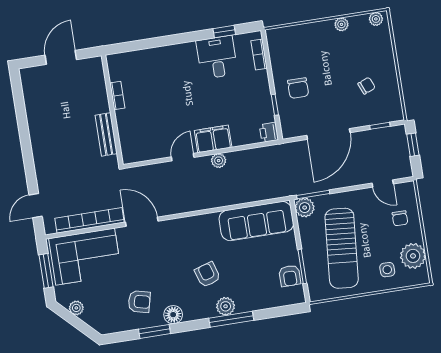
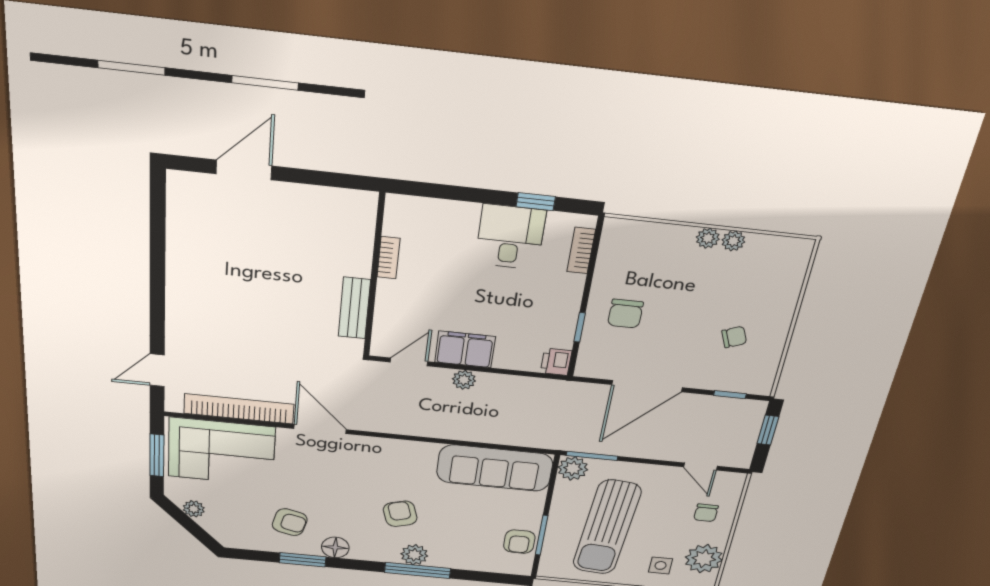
plant: (376, 19) -> (708, 238), moved
bookcase: (117, 95) -> (388, 258), moved
wall: (112, 110) -> (374, 277), moved
bench: (106, 134) -> (354, 308), moved

